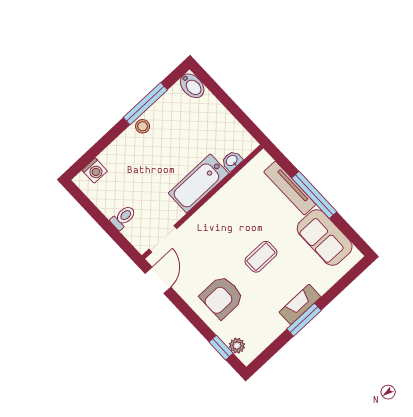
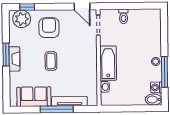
washing machine: (95, 171) -> (156, 87), moved
plant: (237, 346) -> (22, 19), width x1.88, depth x1.88

